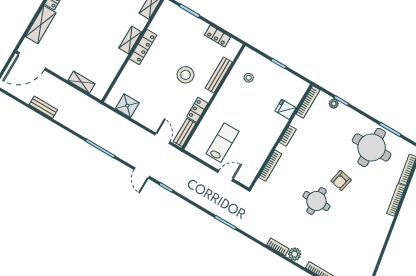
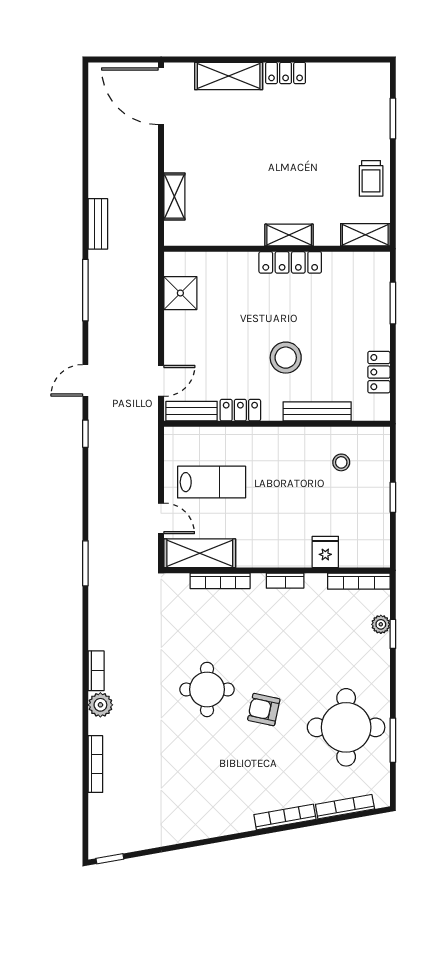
bench: (43, 107) -> (98, 224), moved
shelving: (252, 167) -> (200, 553), added

